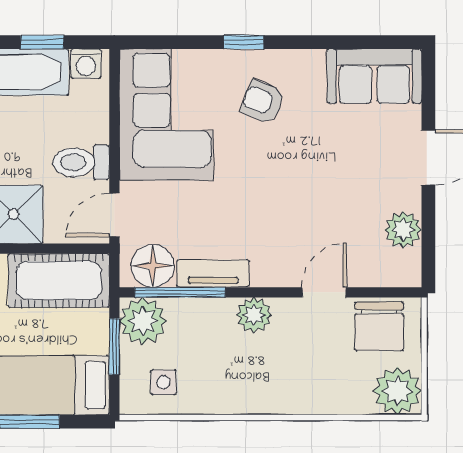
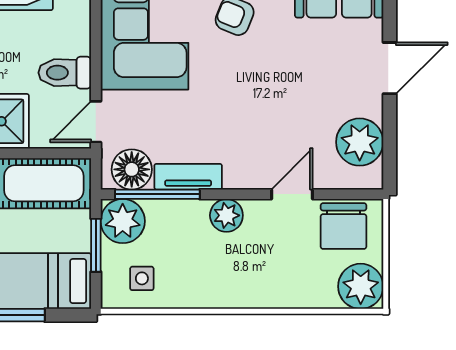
plant: (403, 230) -> (360, 142), width x1.36, depth x1.36

